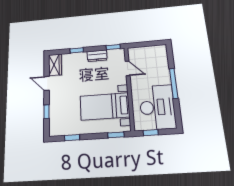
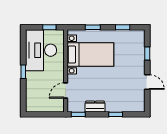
wardrobe: (55, 65) -> (138, 101), removed
door: (128, 68) -> (66, 91), hinge flipped
window: (174, 83) -> (23, 72), width x0.46
window: (116, 135) -> (93, 27), moved

